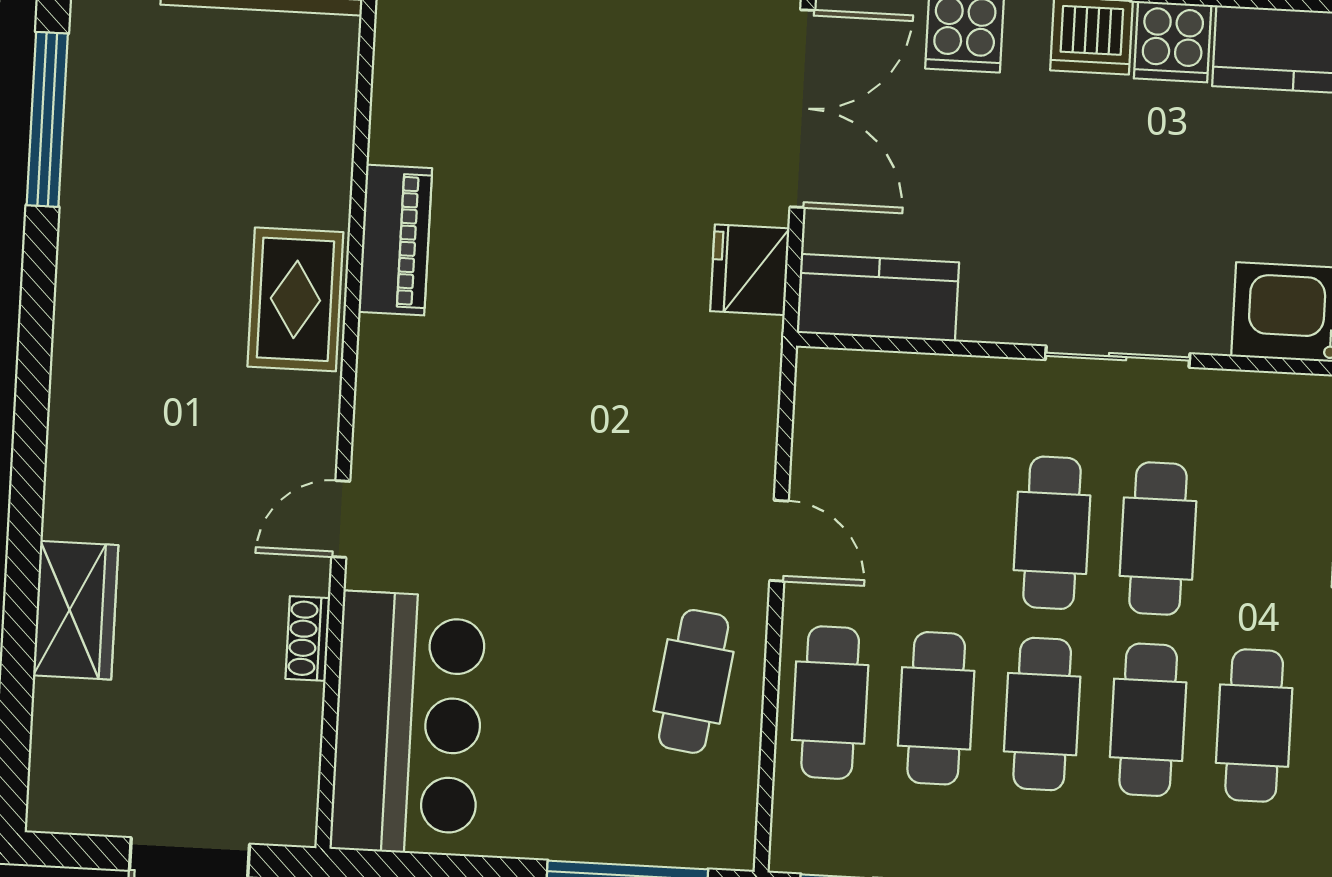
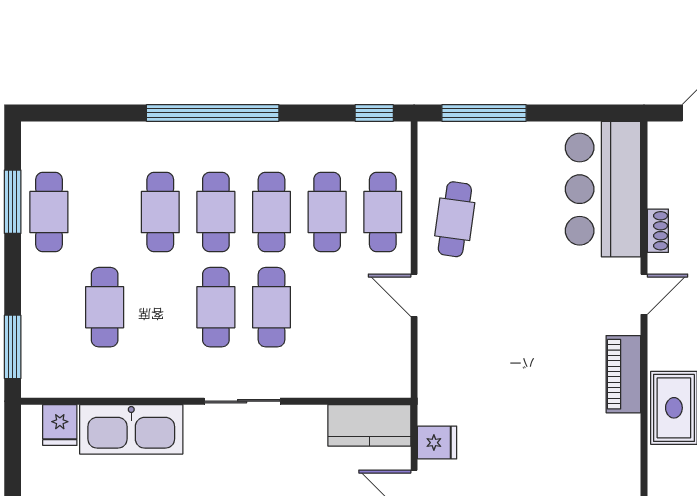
piano: (395, 240) -> (623, 374), moved
fridge: (750, 270) -> (437, 443), width x0.72

